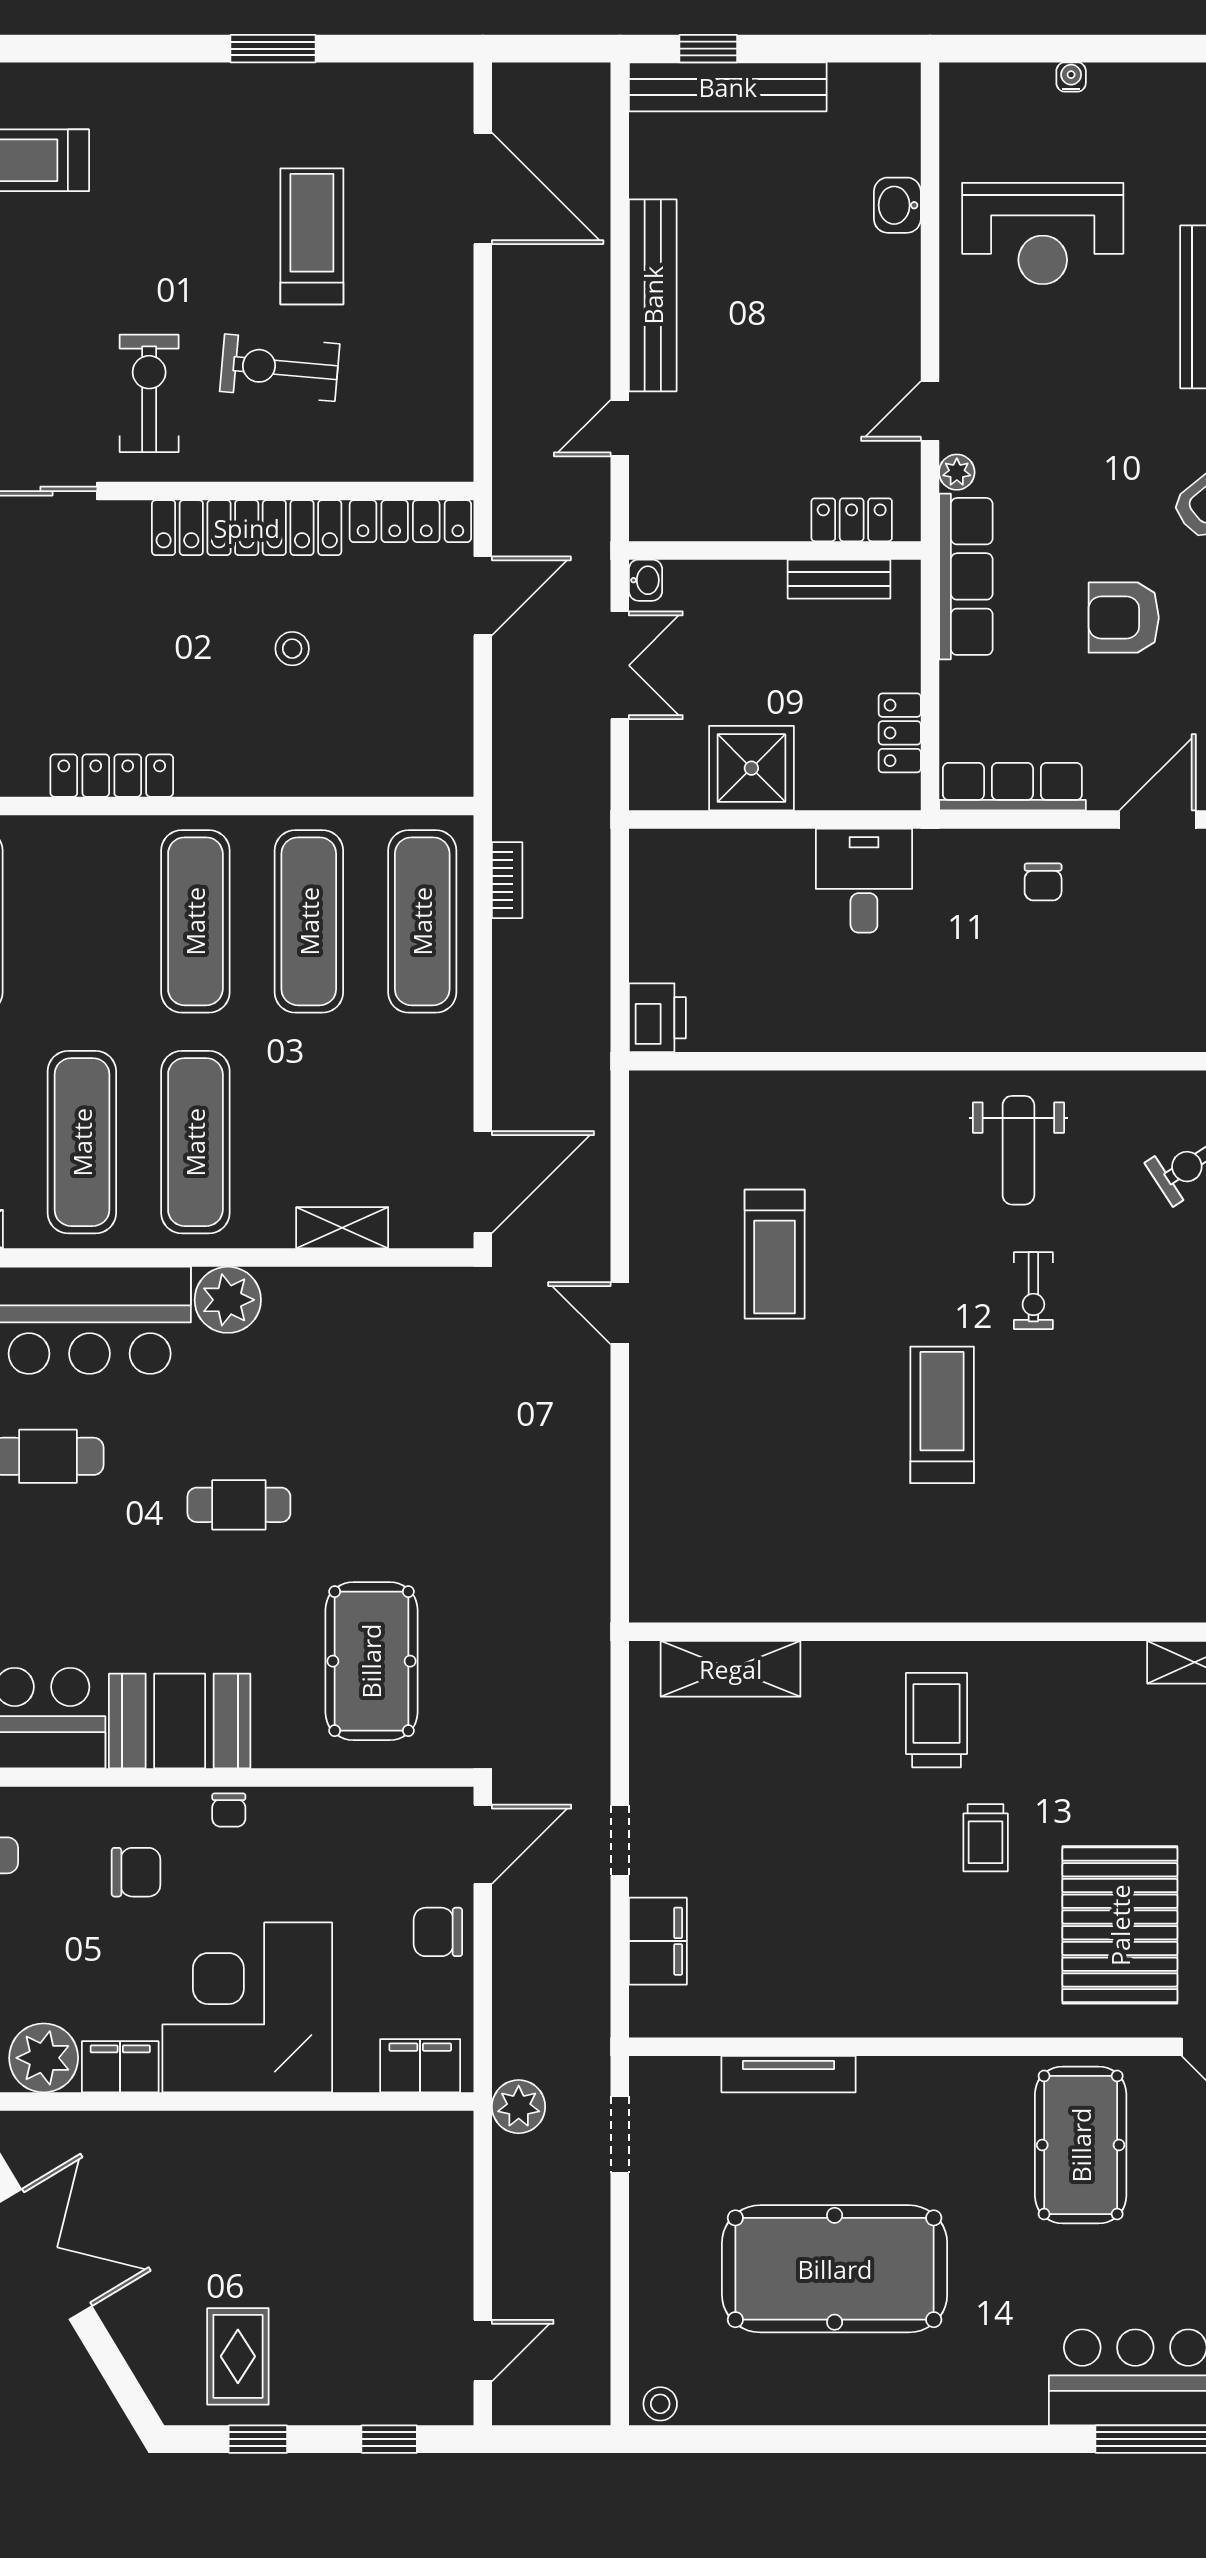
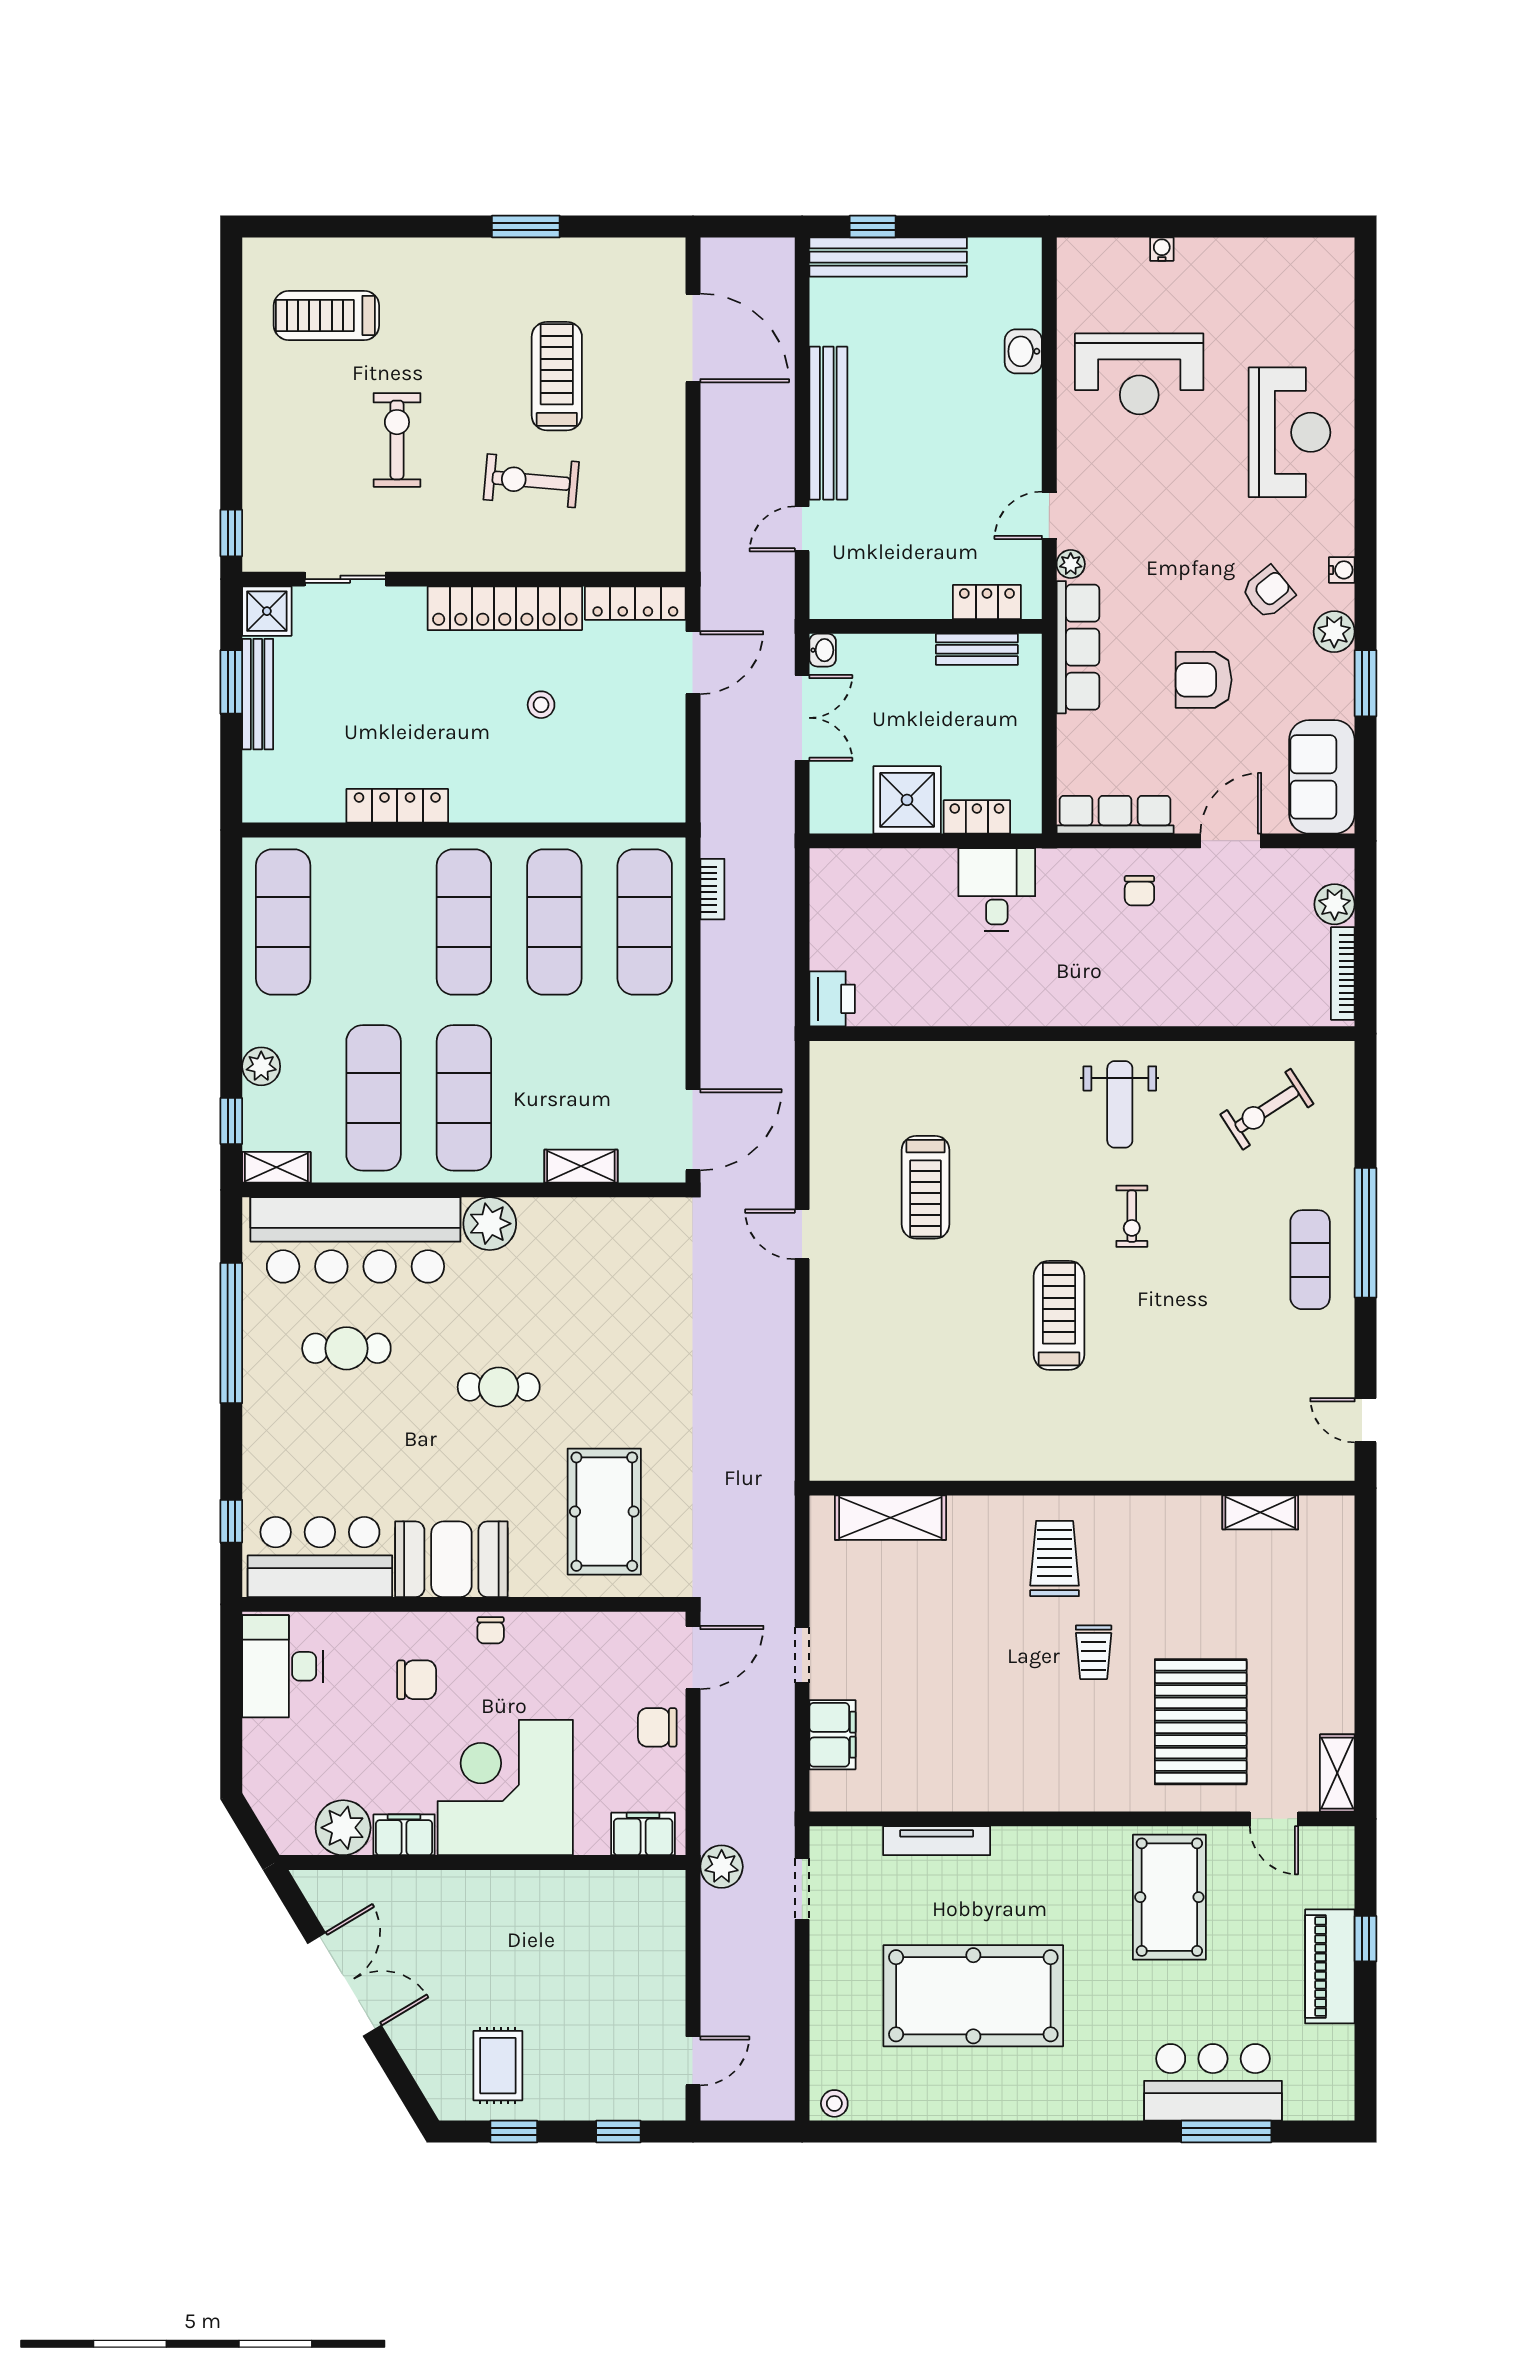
exercise bike: (149, 393) -> (397, 440), moved
locker: (900, 733) -> (977, 817), moved, turned 90

